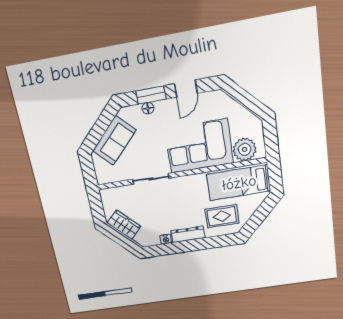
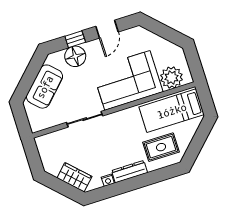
window: (151, 95) -> (75, 39), width x0.67
floor lamp: (148, 108) -> (75, 56), width x1.89, depth x1.89
wardrobe: (124, 225) -> (74, 177), moved

